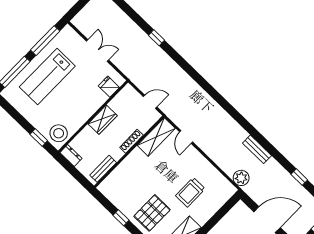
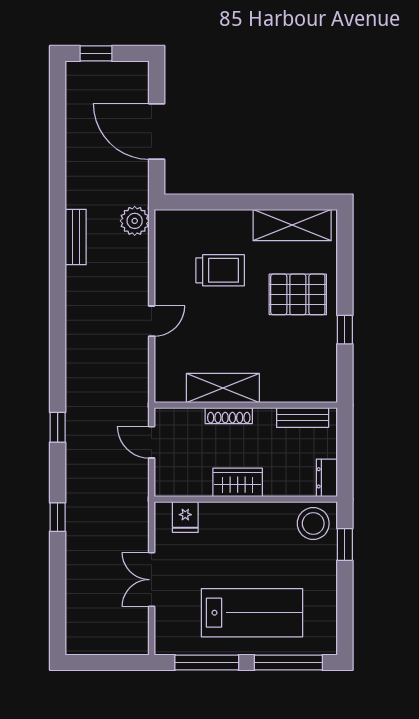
shelving: (156, 137) -> (223, 388), moved
door: (186, 137) -> (152, 321), moved
window: (299, 177) -> (58, 427), moved

